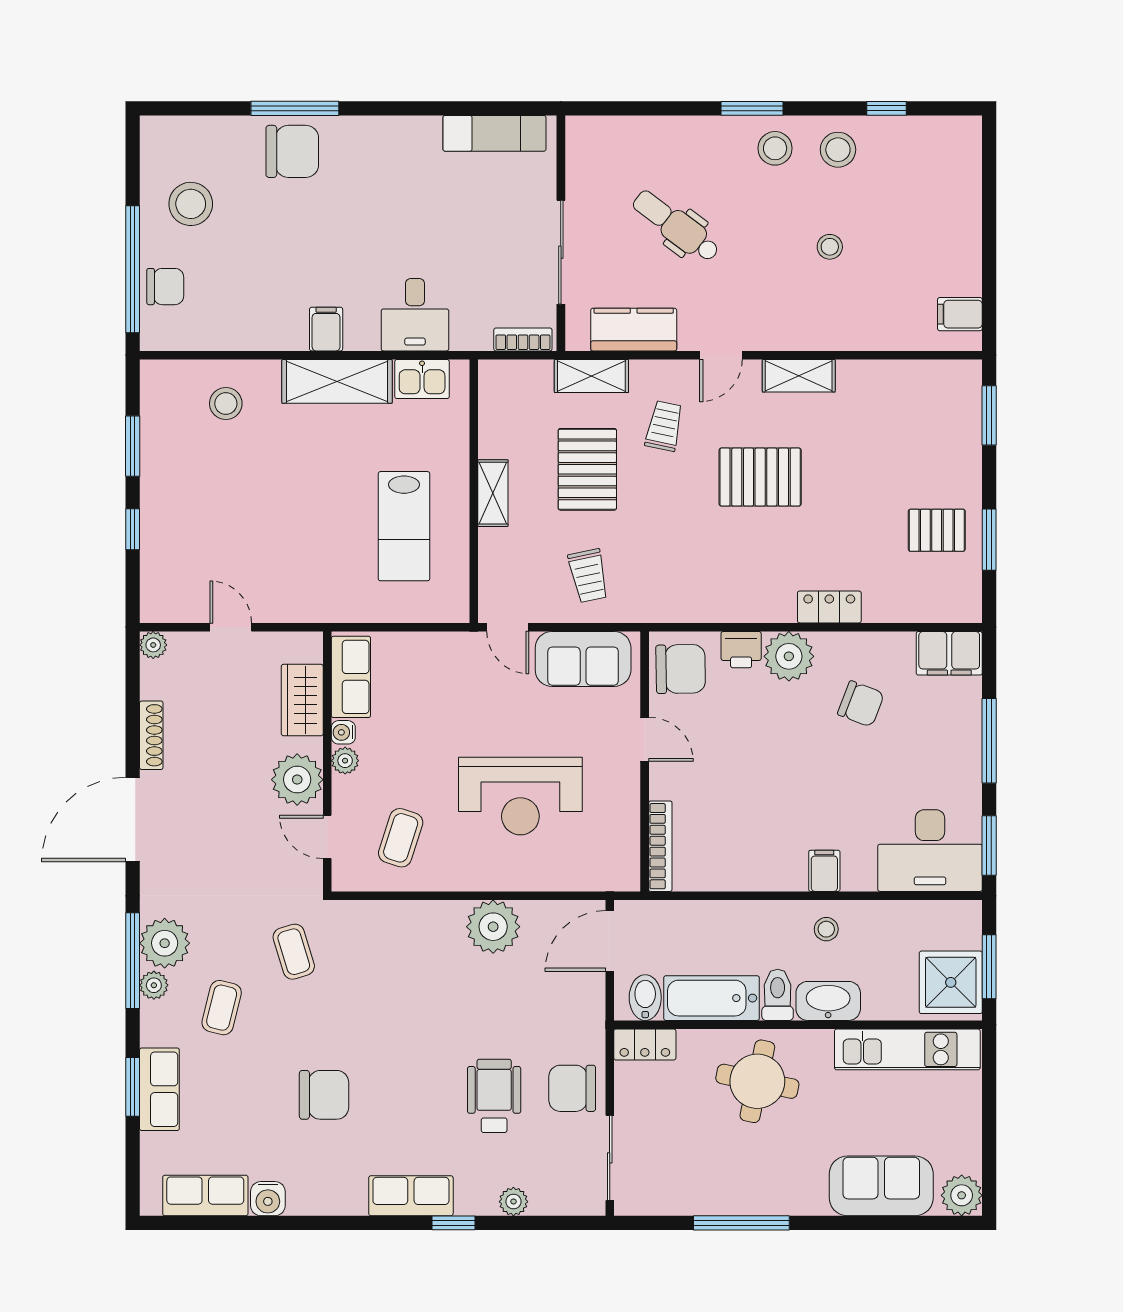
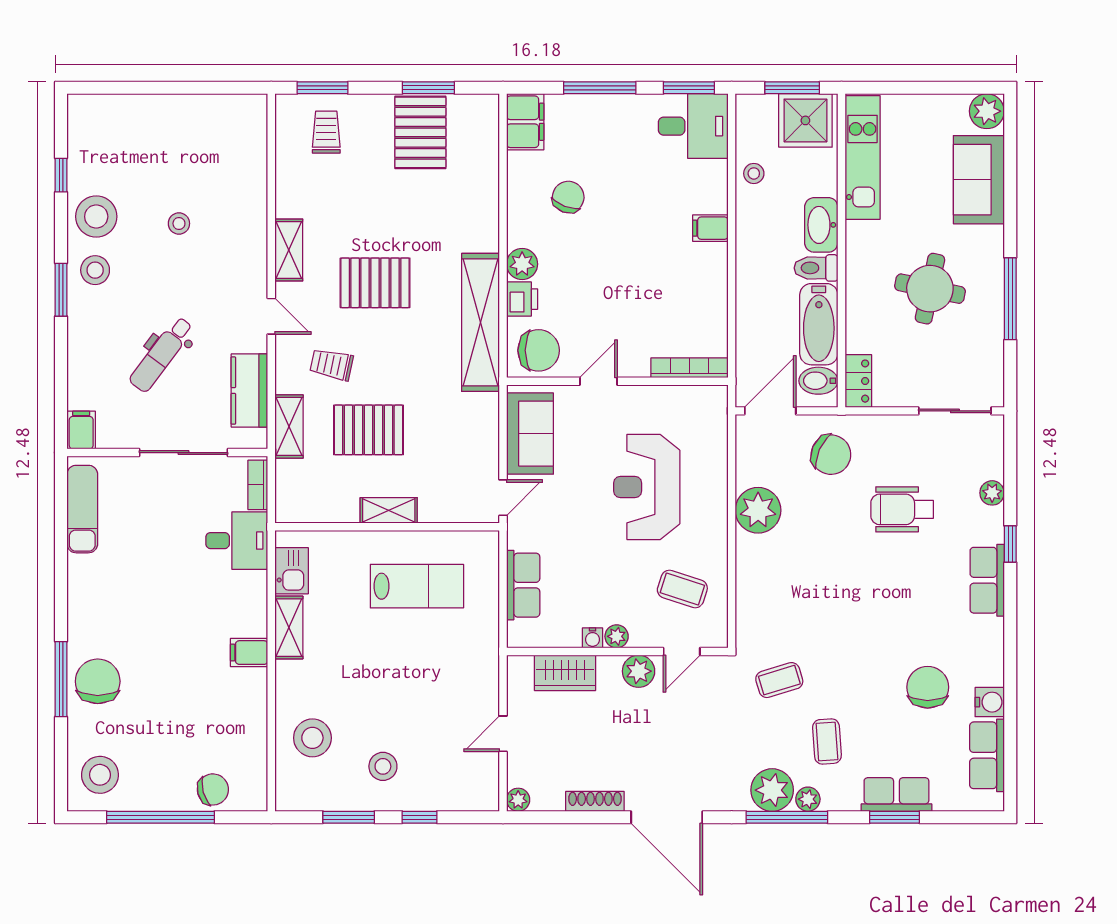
stool: (838, 150) -> (96, 217), width x1.38, depth x1.38
stool: (191, 204) -> (100, 775), moved
window: (133, 269) -> (161, 817), moved
chair: (165, 287) -> (213, 789), turned 75
filing cabinet: (960, 314) -> (81, 430), moved, turned 180
desk: (415, 315) -> (237, 541), moved
shelving: (337, 381) -> (289, 628), width x0.67, depth x0.75
stool: (226, 404) -> (312, 738), width x1.38, depth x1.38
pallet: (760, 477) -> (375, 283), turned 90
stool: (192, 486) -> (383, 766), added
pallet: (937, 530) -> (420, 132), width x1.50, depth x1.42
trolley: (588, 576) -> (326, 132), moved, turned -78
shelving: (714, 601) -> (481, 322), added
locker: (829, 607) -> (486, 224), removed
plant: (789, 656) -> (522, 264), width x0.73, depth x0.73
chair: (681, 669) -> (539, 350), turned 91
row of seats: (351, 677) -> (523, 585), moved, turned 90
plant: (297, 780) -> (639, 671), width x0.73, depth x0.73
reception desk: (520, 796) -> (647, 487), turned 180
desk: (930, 851) -> (693, 126), width x0.73
stool: (826, 929) -> (754, 173), moved
door: (610, 941) -> (770, 411), swing flipped
coffee table: (222, 1008) -> (827, 741), turned 72
round table: (757, 1081) -> (930, 289), moved
chair: (572, 1088) -> (831, 455), moved, turned -66
chair: (324, 1095) -> (928, 687), moved

